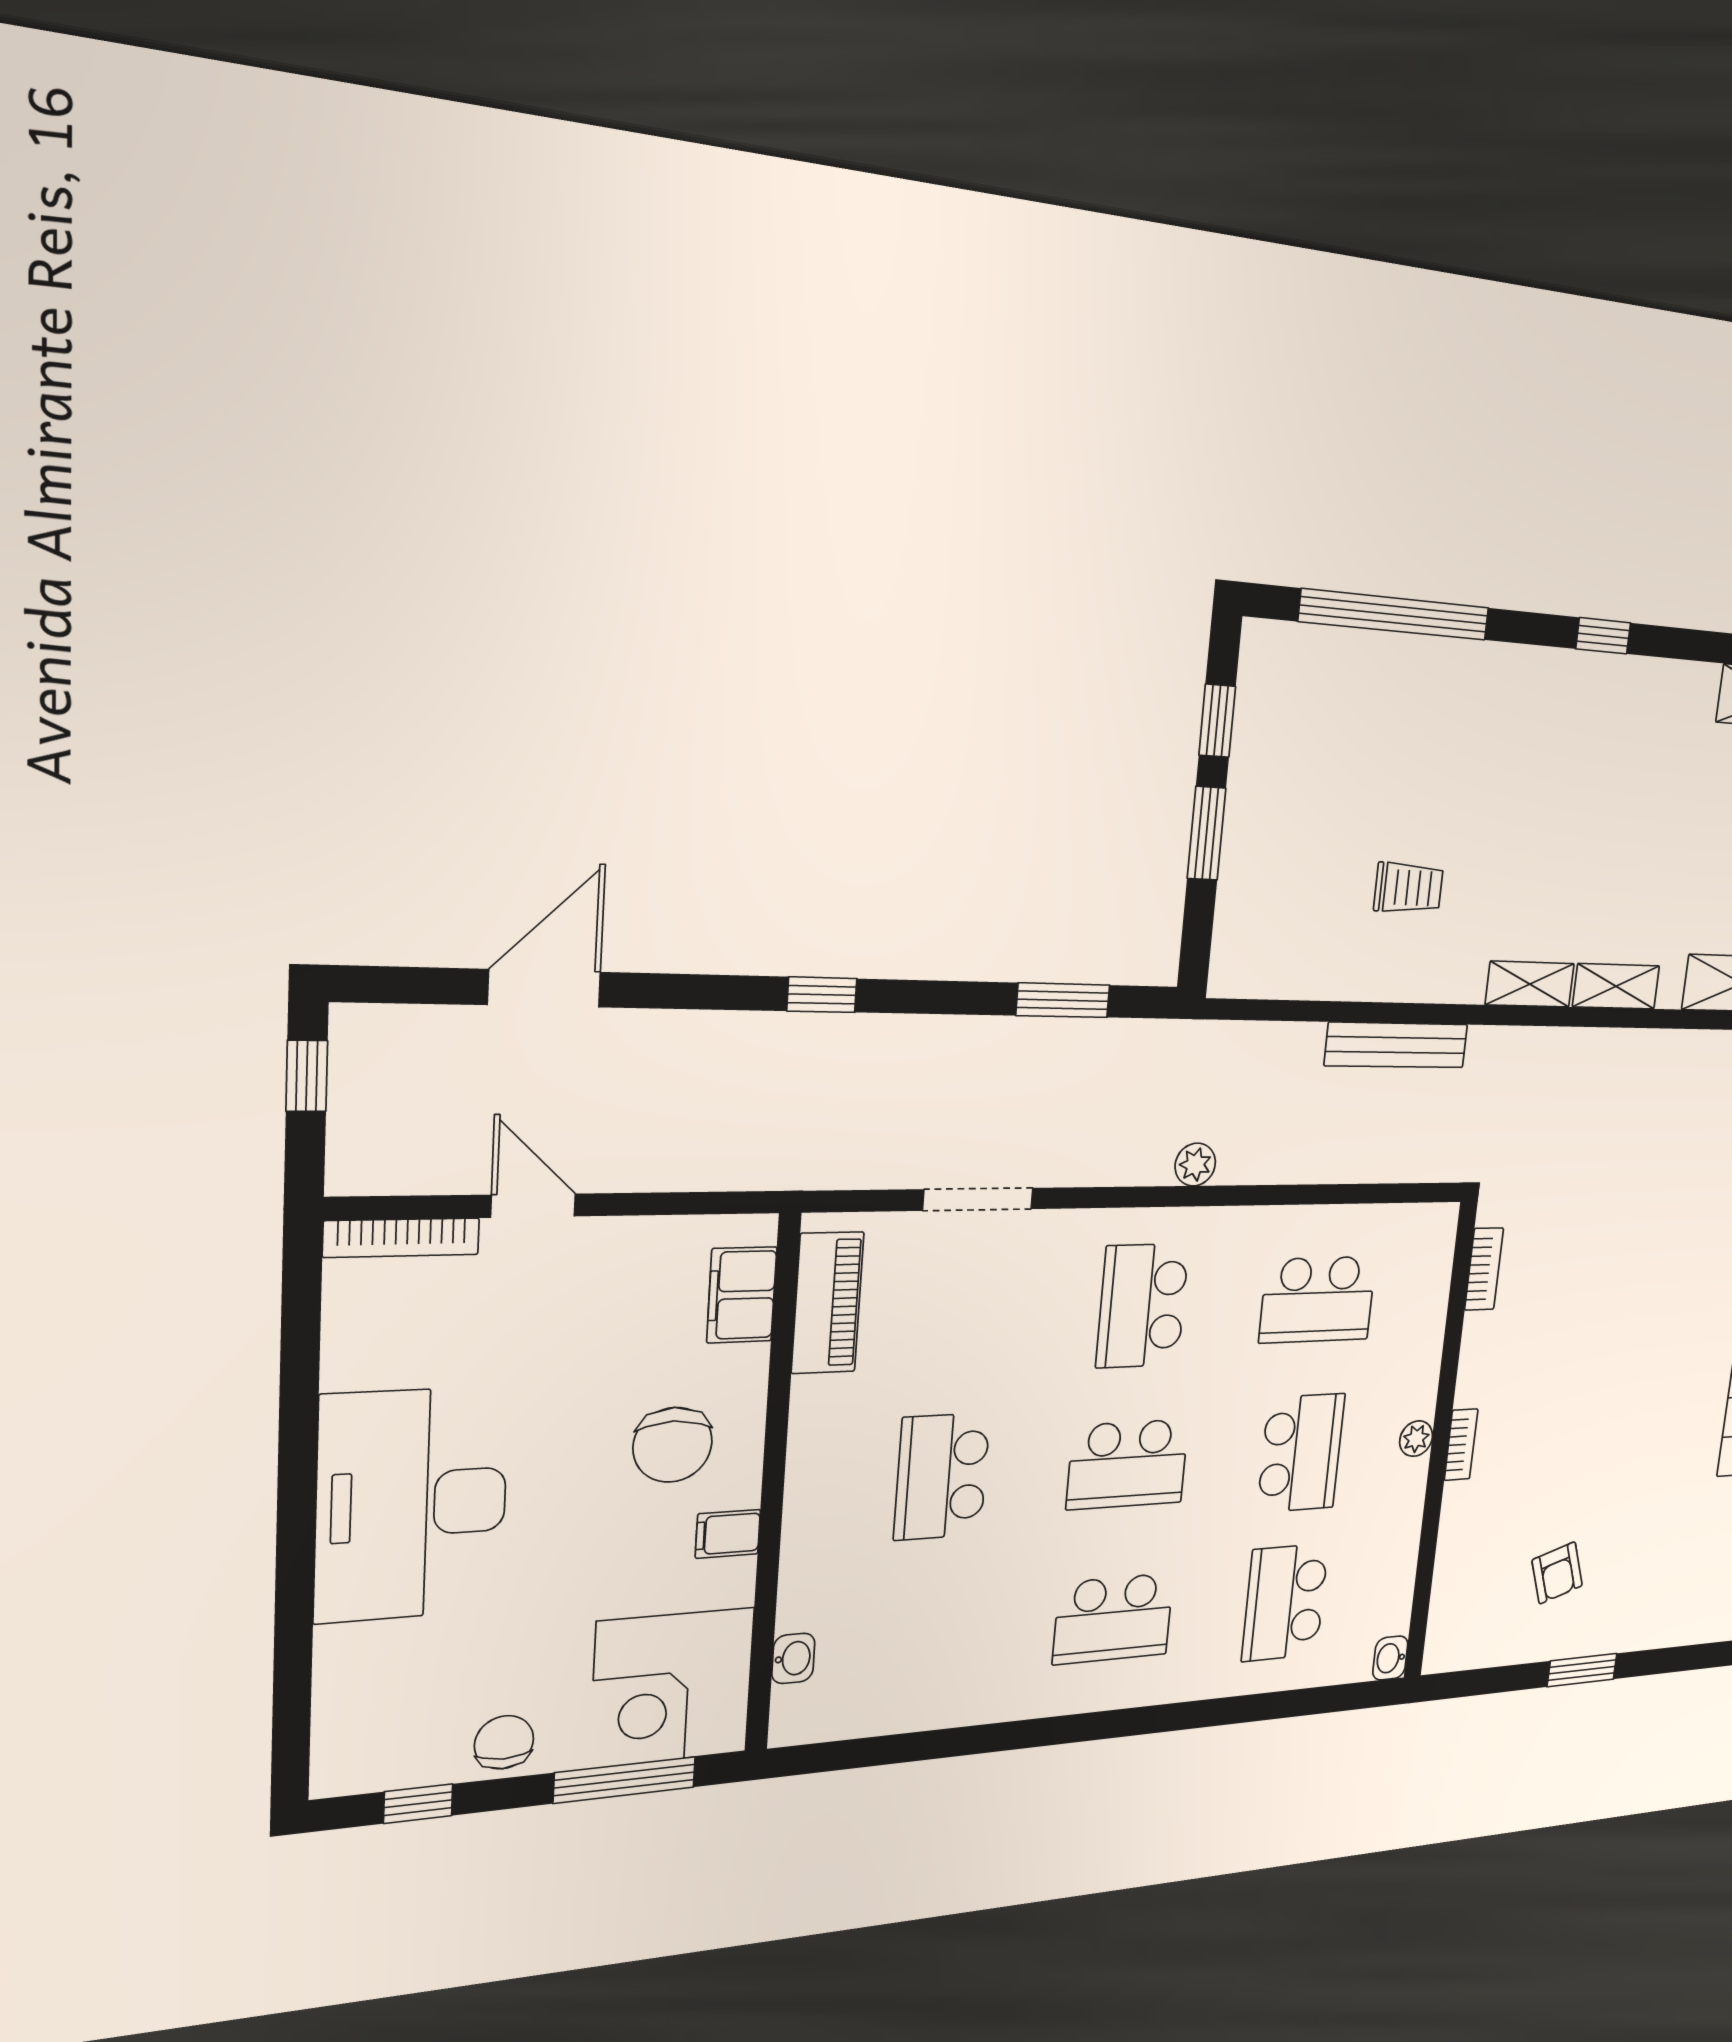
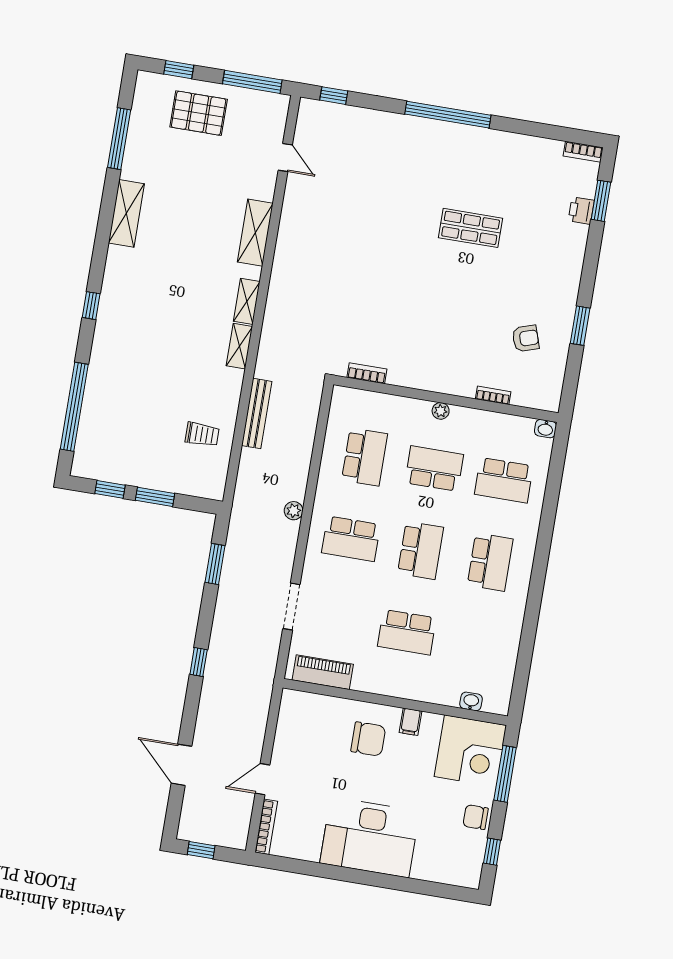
trolley: (1409, 888) -> (202, 434), moved, turned 90
filing cabinet: (742, 1295) -> (313, 706), removed
bookcase: (1461, 1445) -> (493, 395), moved

